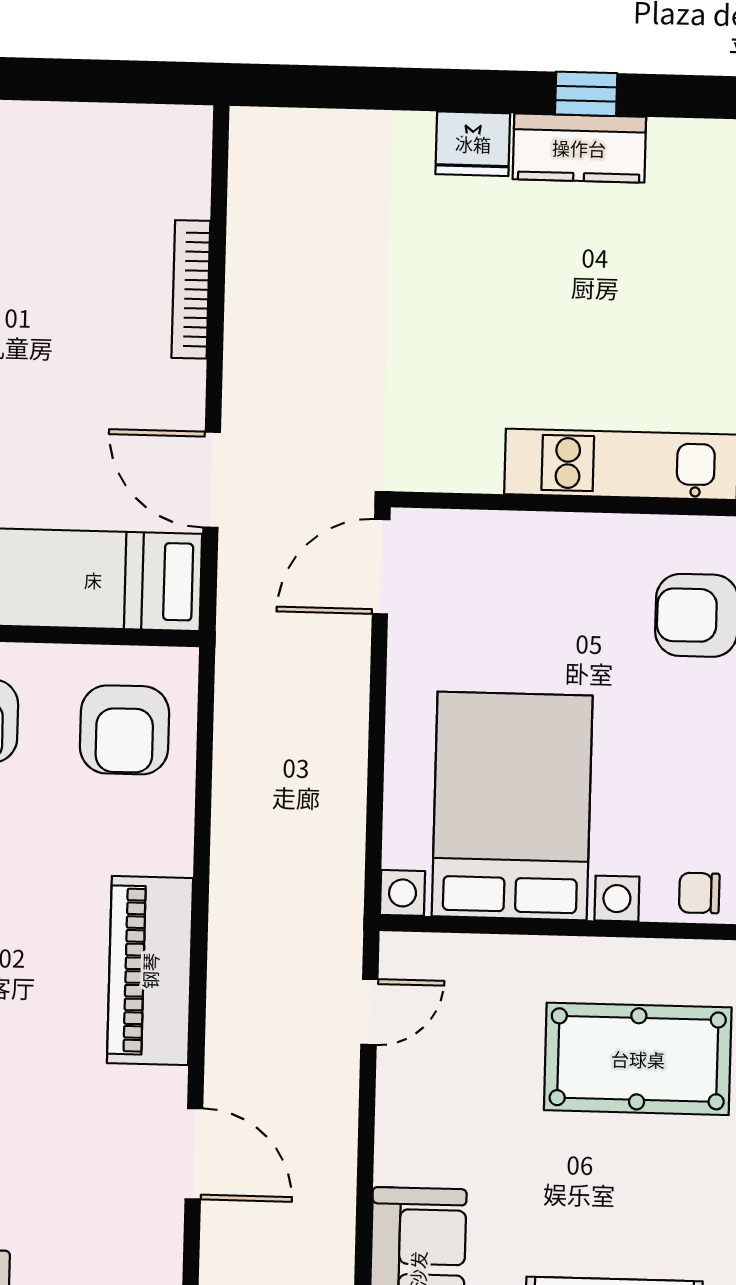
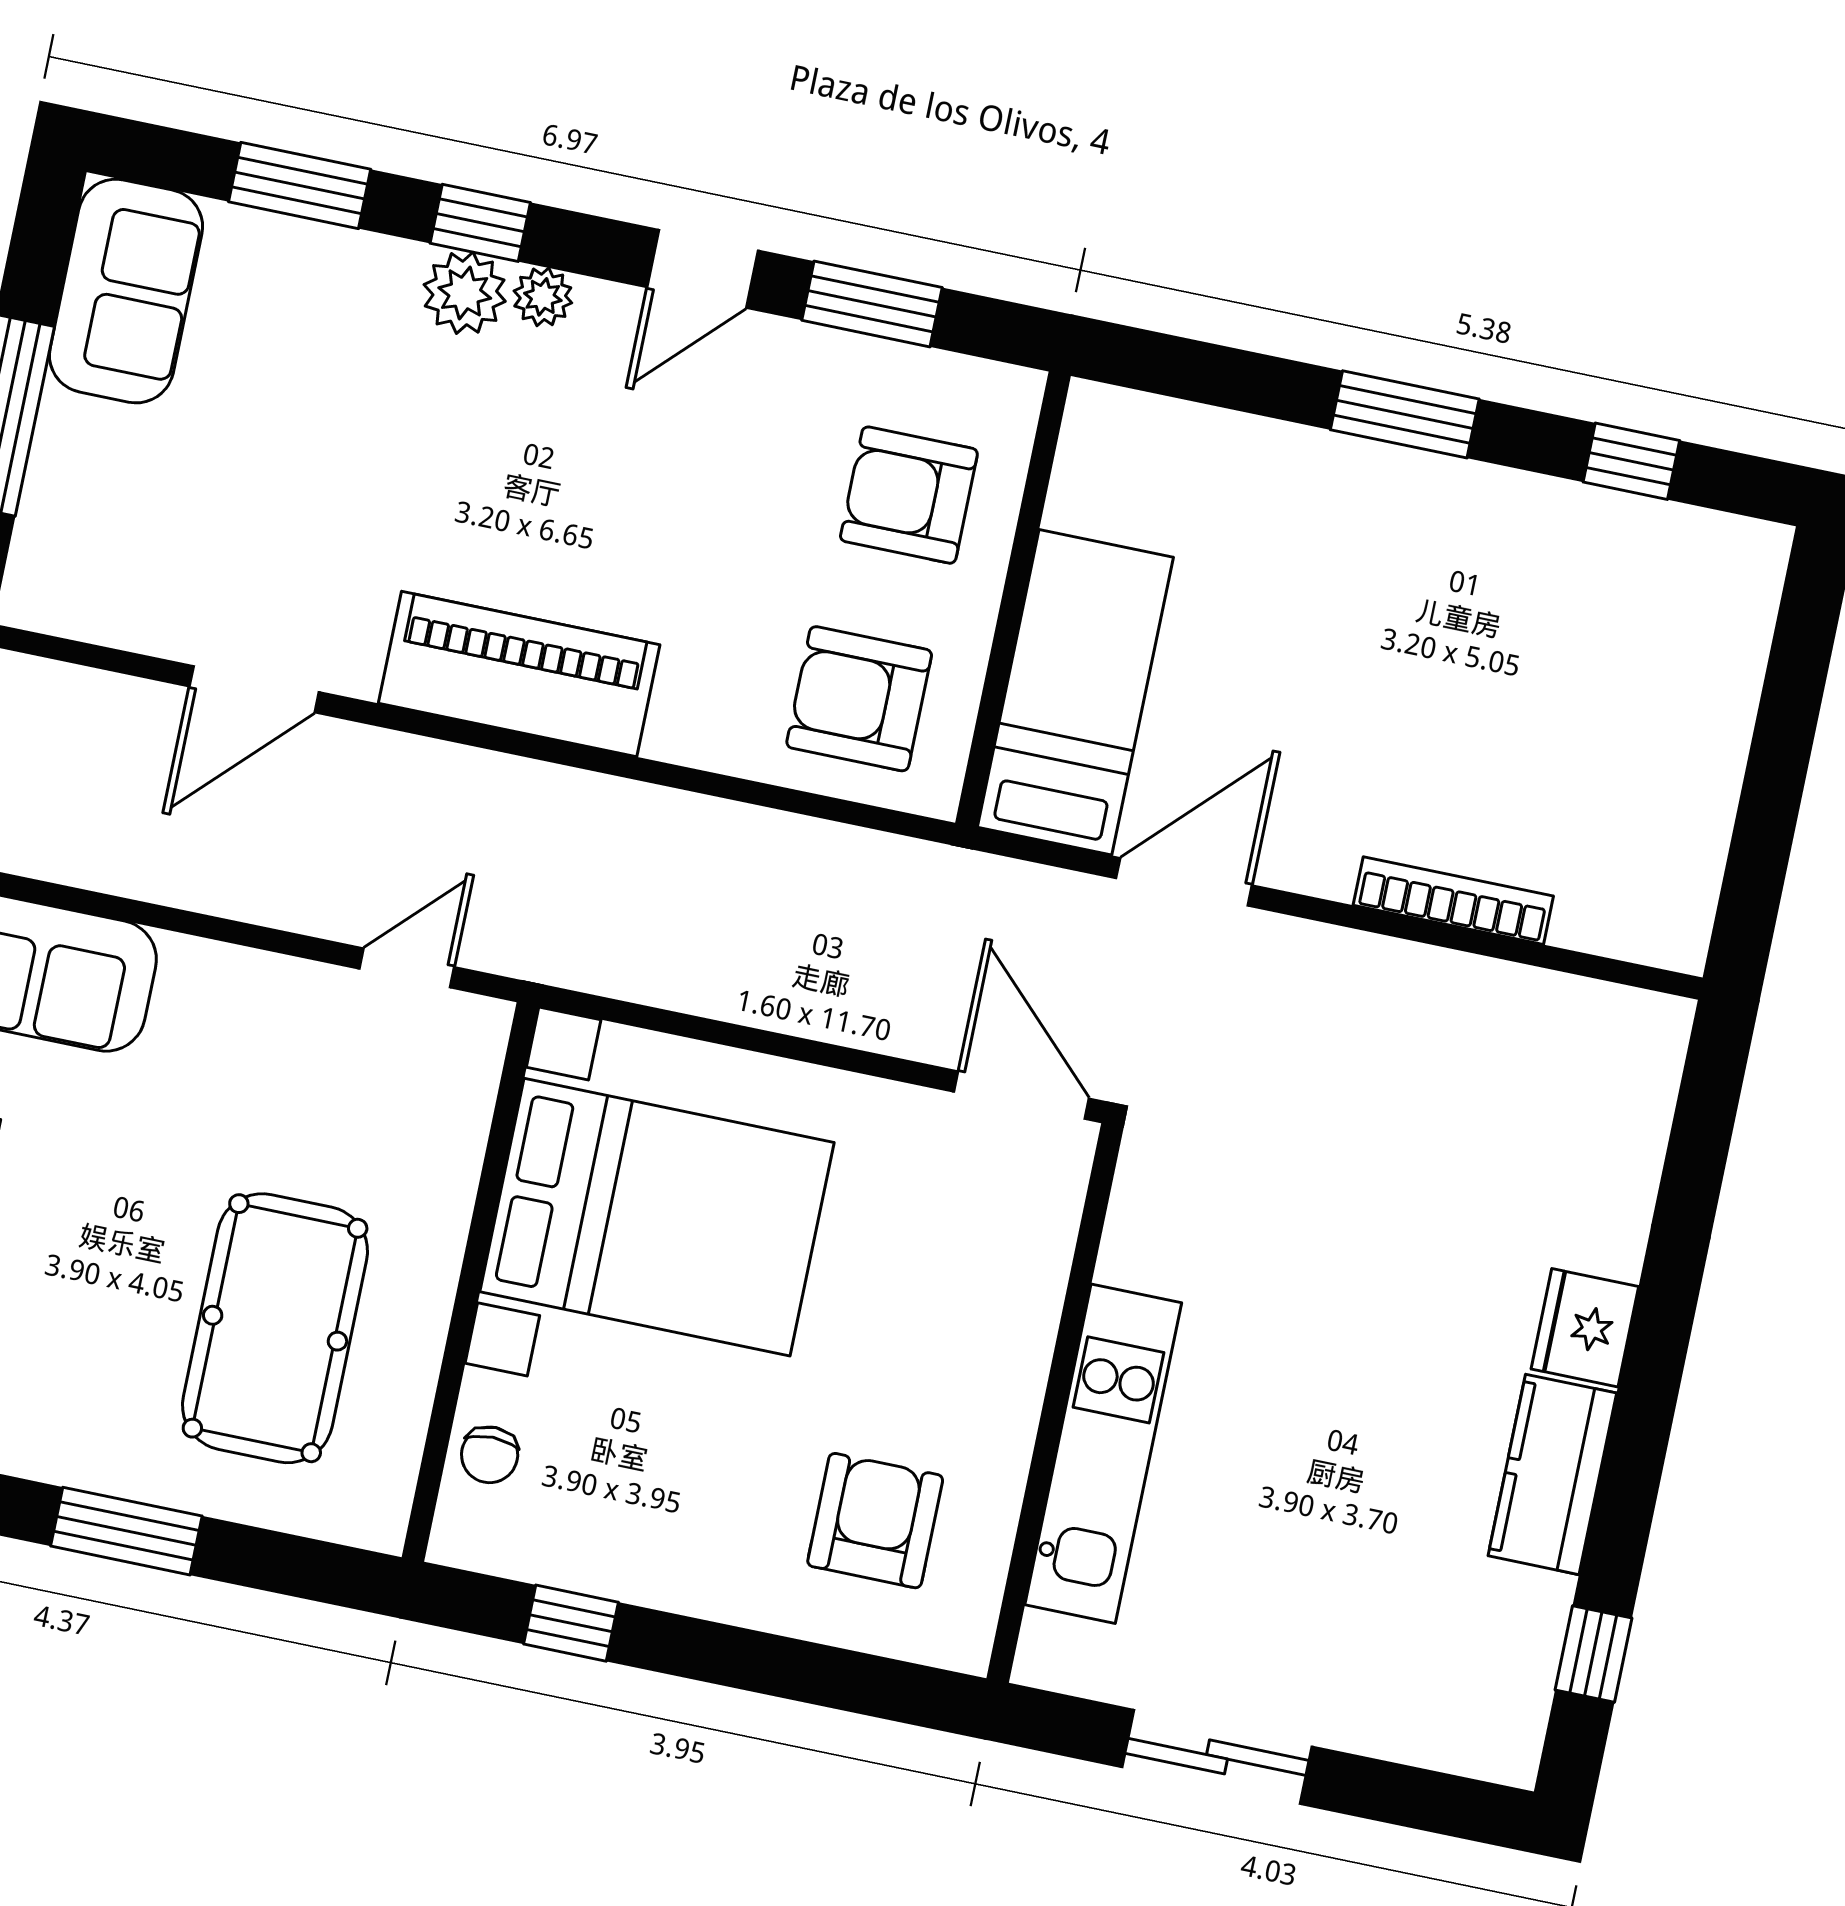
window: (586, 94) -> (1593, 1654), moved
chair: (699, 893) -> (490, 1455), turned 180
door: (369, 1012) -> (407, 968), swing flipped

